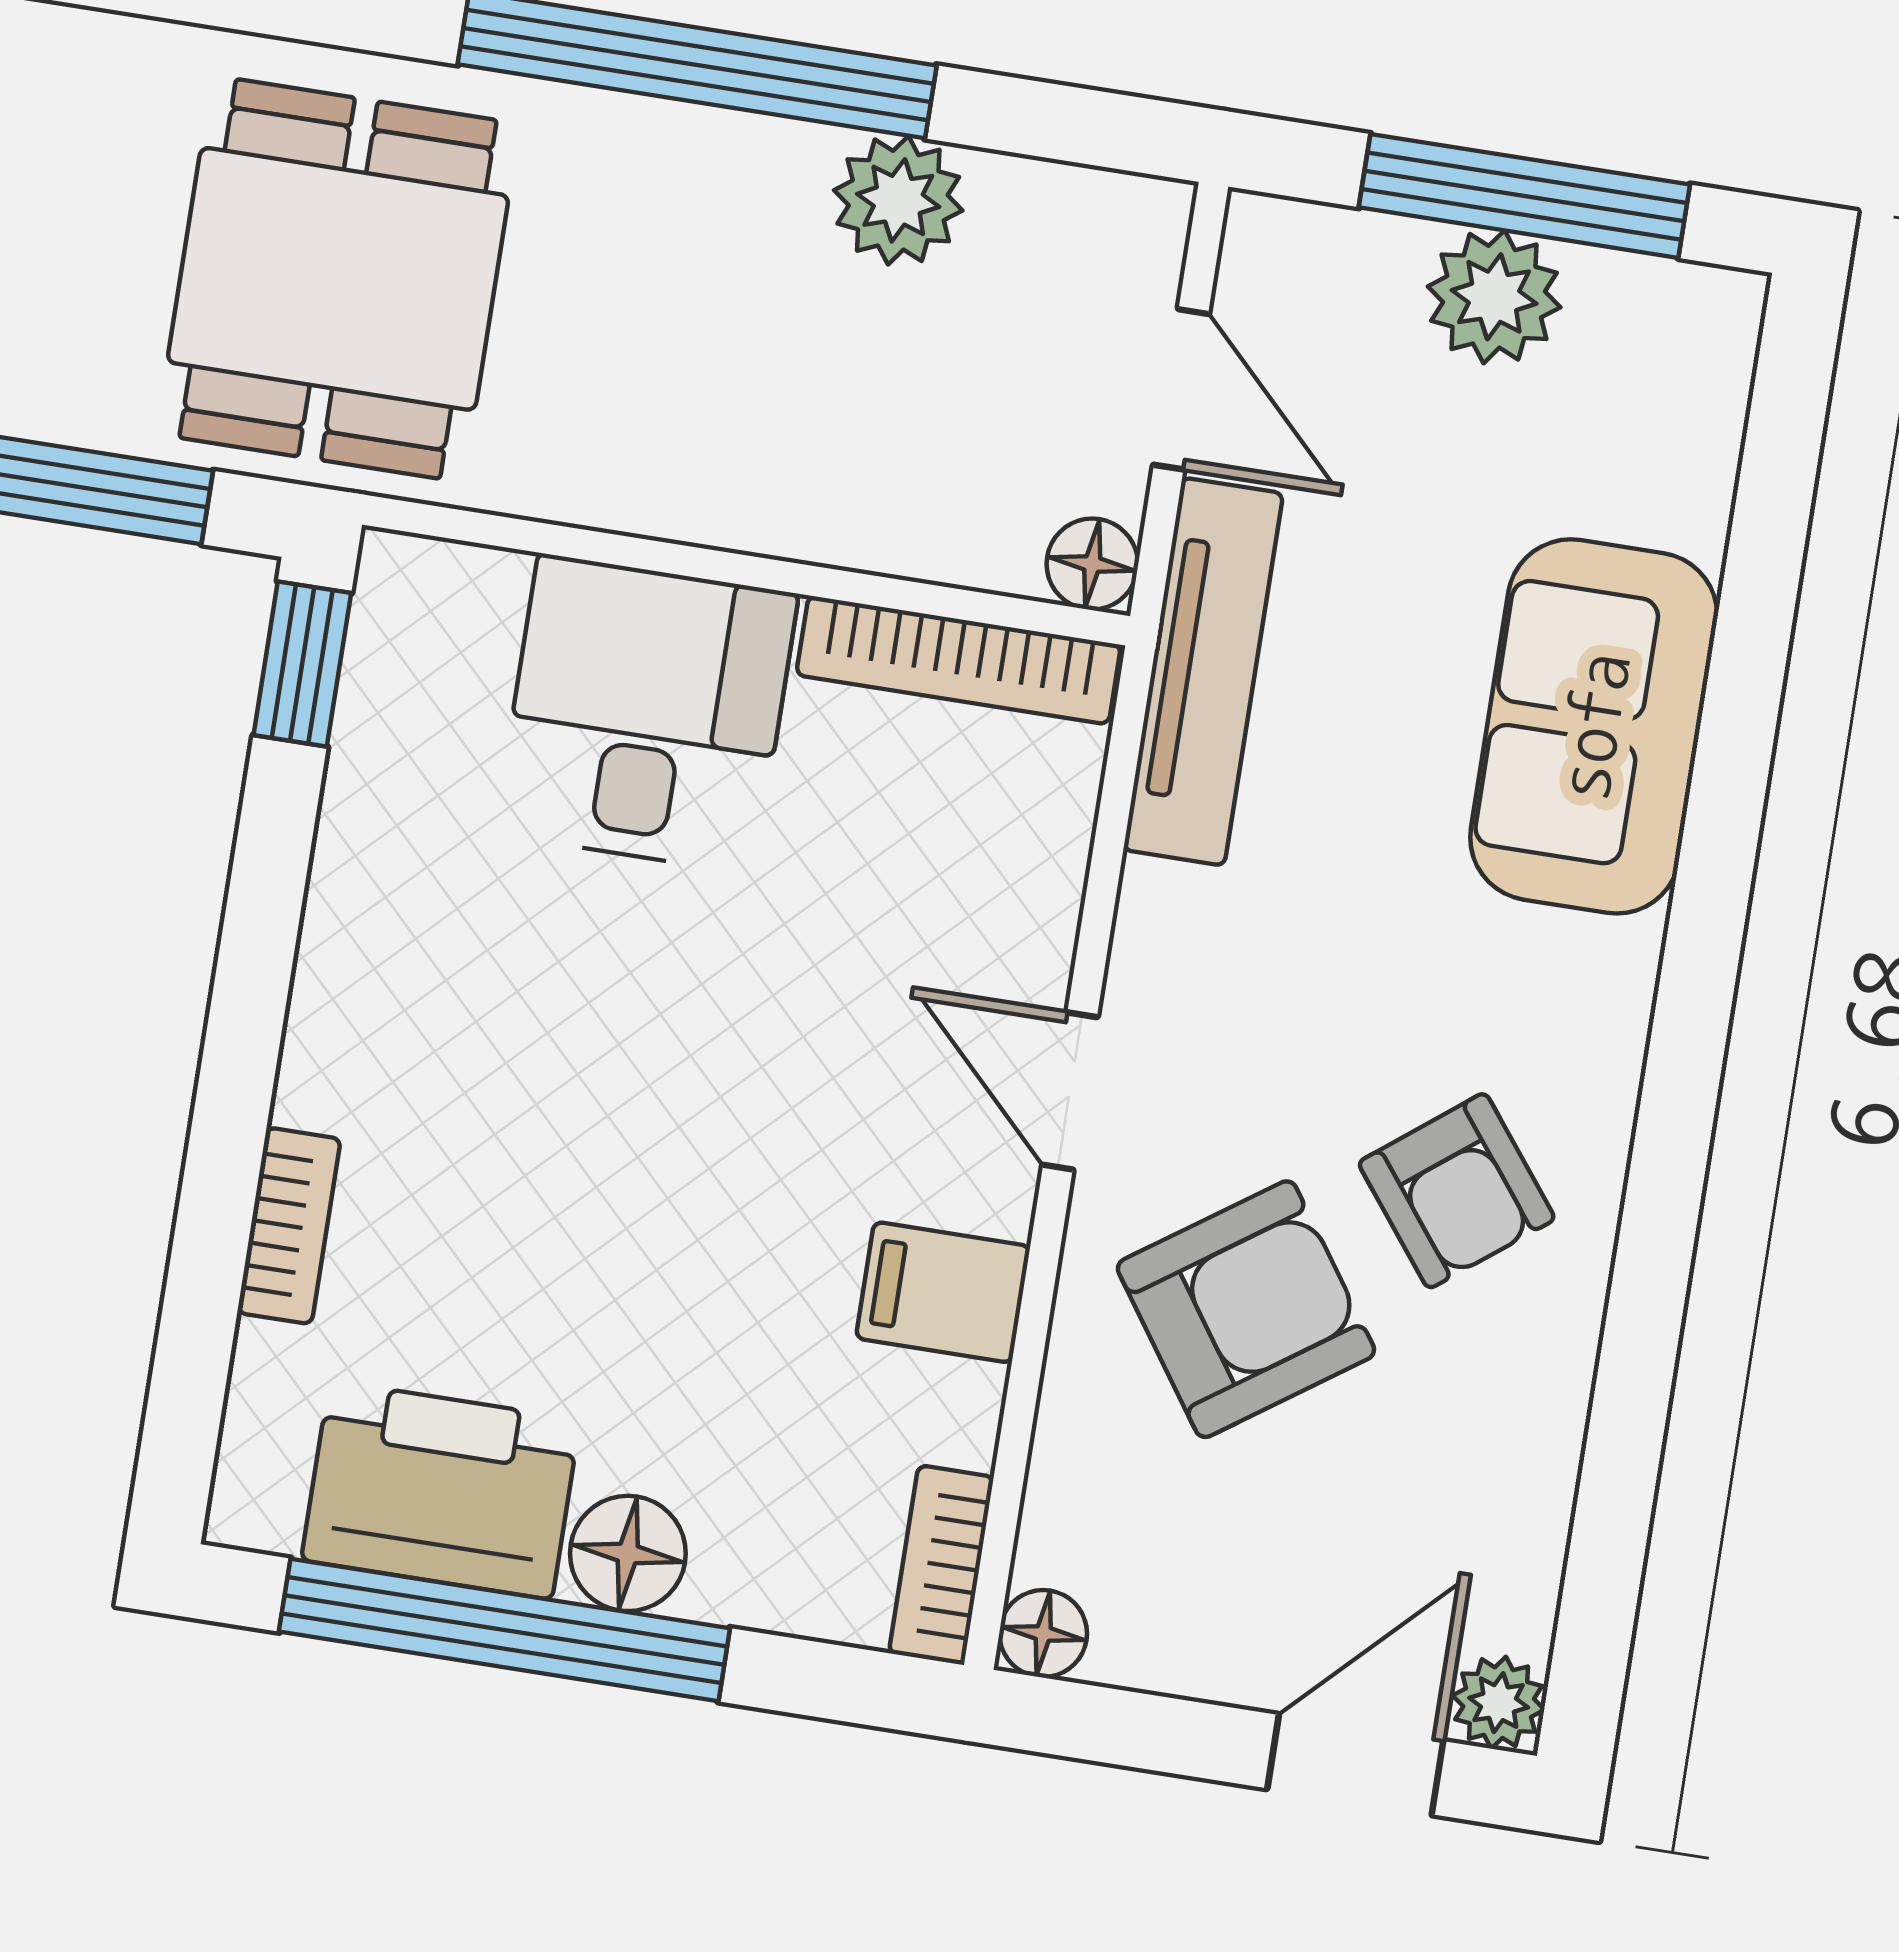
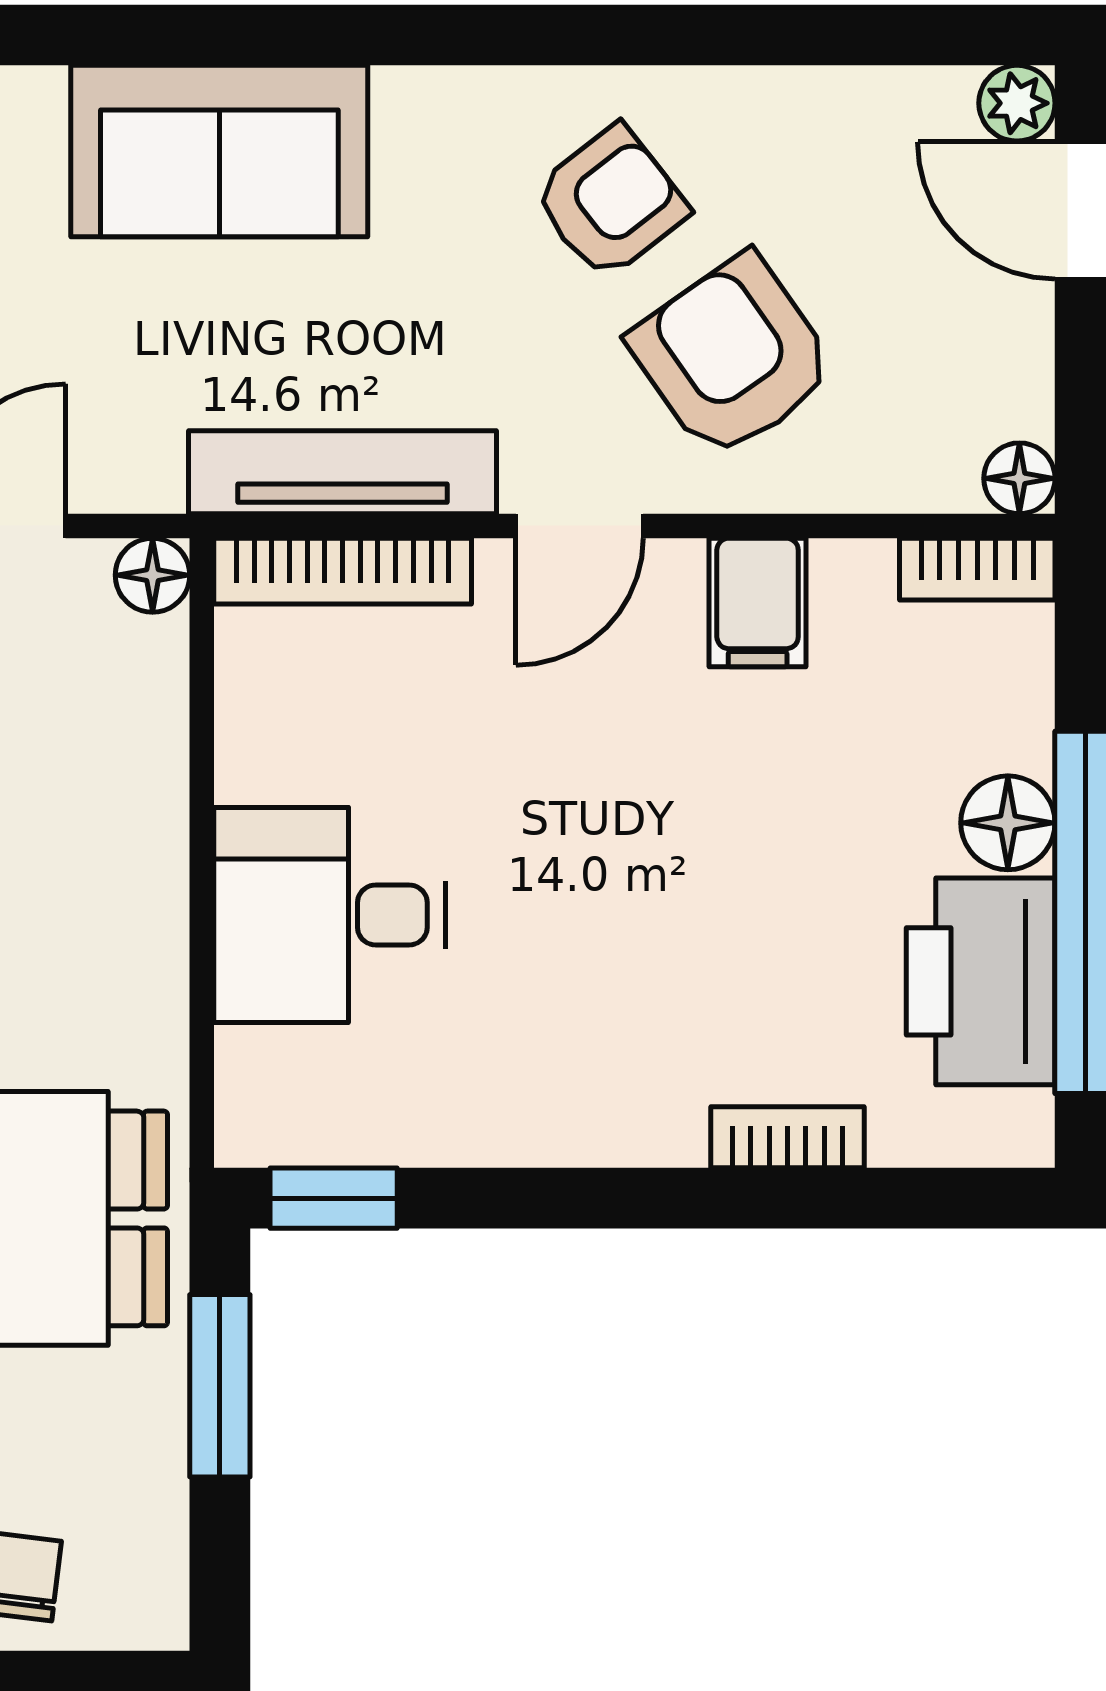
bookcase: (959, 660) -> (343, 571), moved, turned 90
tv unit: (1203, 672) -> (342, 472), moved

